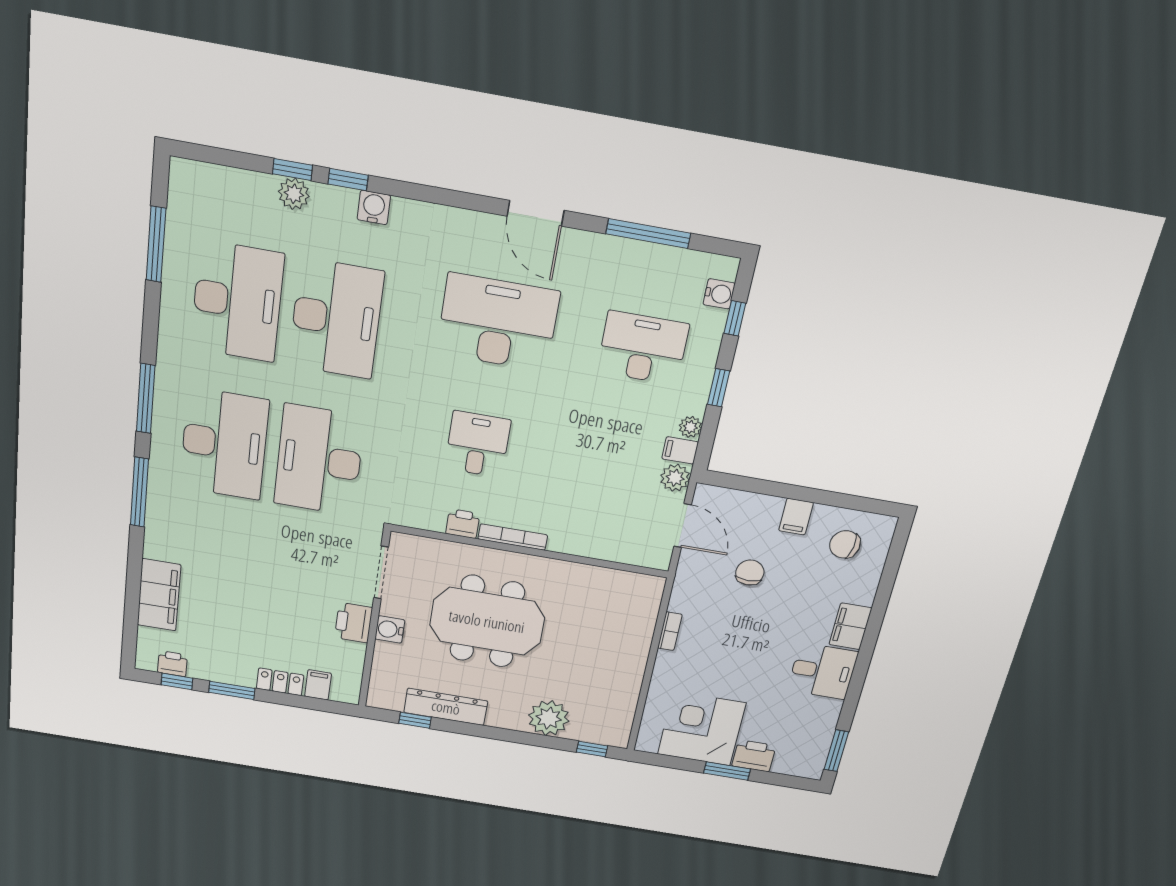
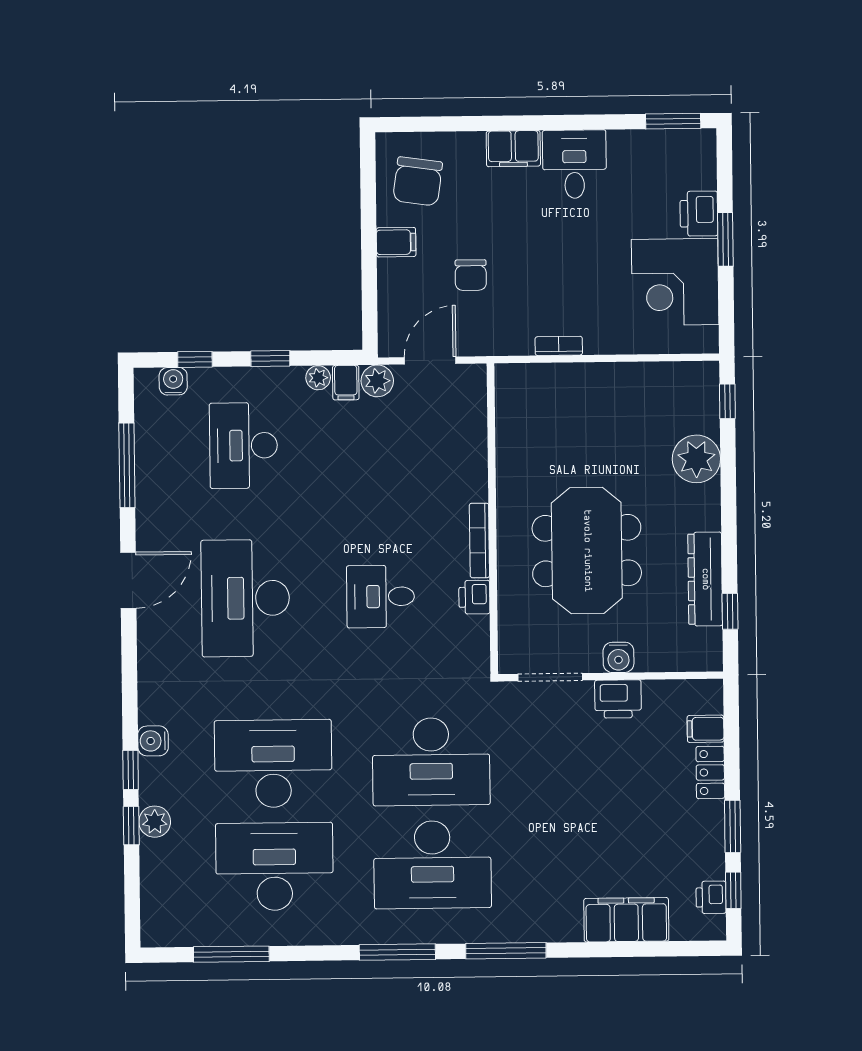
desk: (224, 444) -> (432, 865), turned 180
chair: (845, 544) -> (418, 181), width x1.37, depth x1.37
chair: (750, 573) -> (471, 275), turned -90

